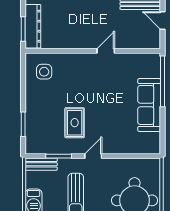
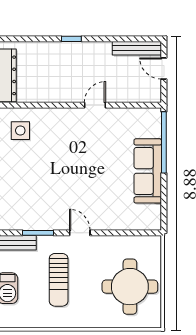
rug: (75, 123) -> (57, 192), removed
door: (93, 156) -> (80, 233), hinge flipped

